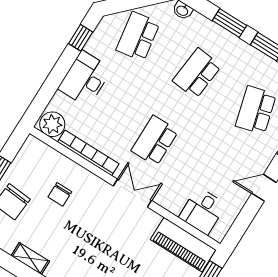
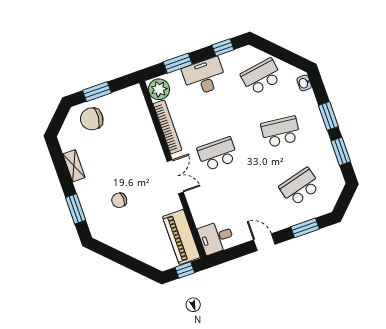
window: (50, 86) -> (178, 63), added
chair: (60, 194) -> (119, 200), moved
desk: (203, 211) -> (216, 237), moved

